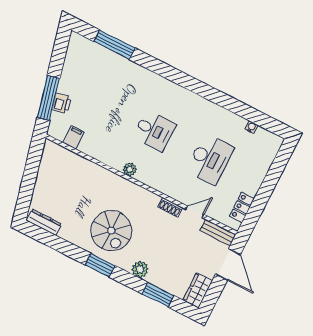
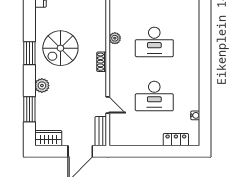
desk: (154, 131) -> (154, 42), width x1.37
shoe rack: (170, 207) -> (102, 62), moved
locker: (242, 207) -> (176, 140), moved

